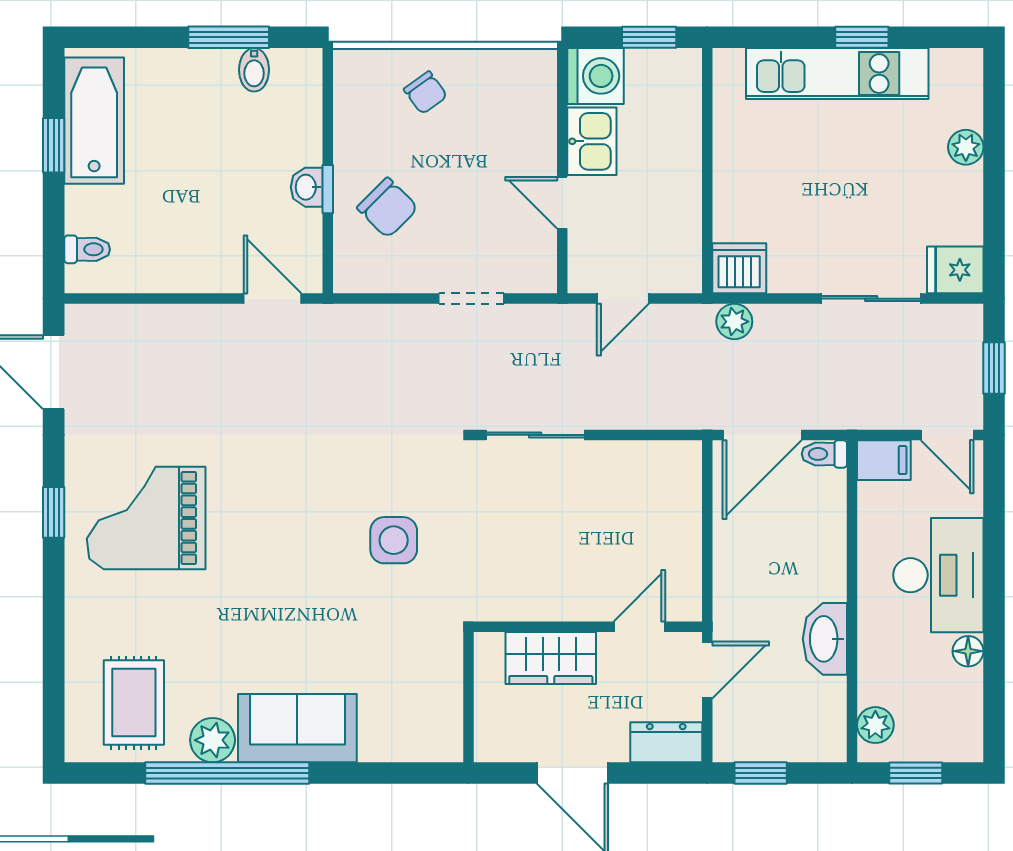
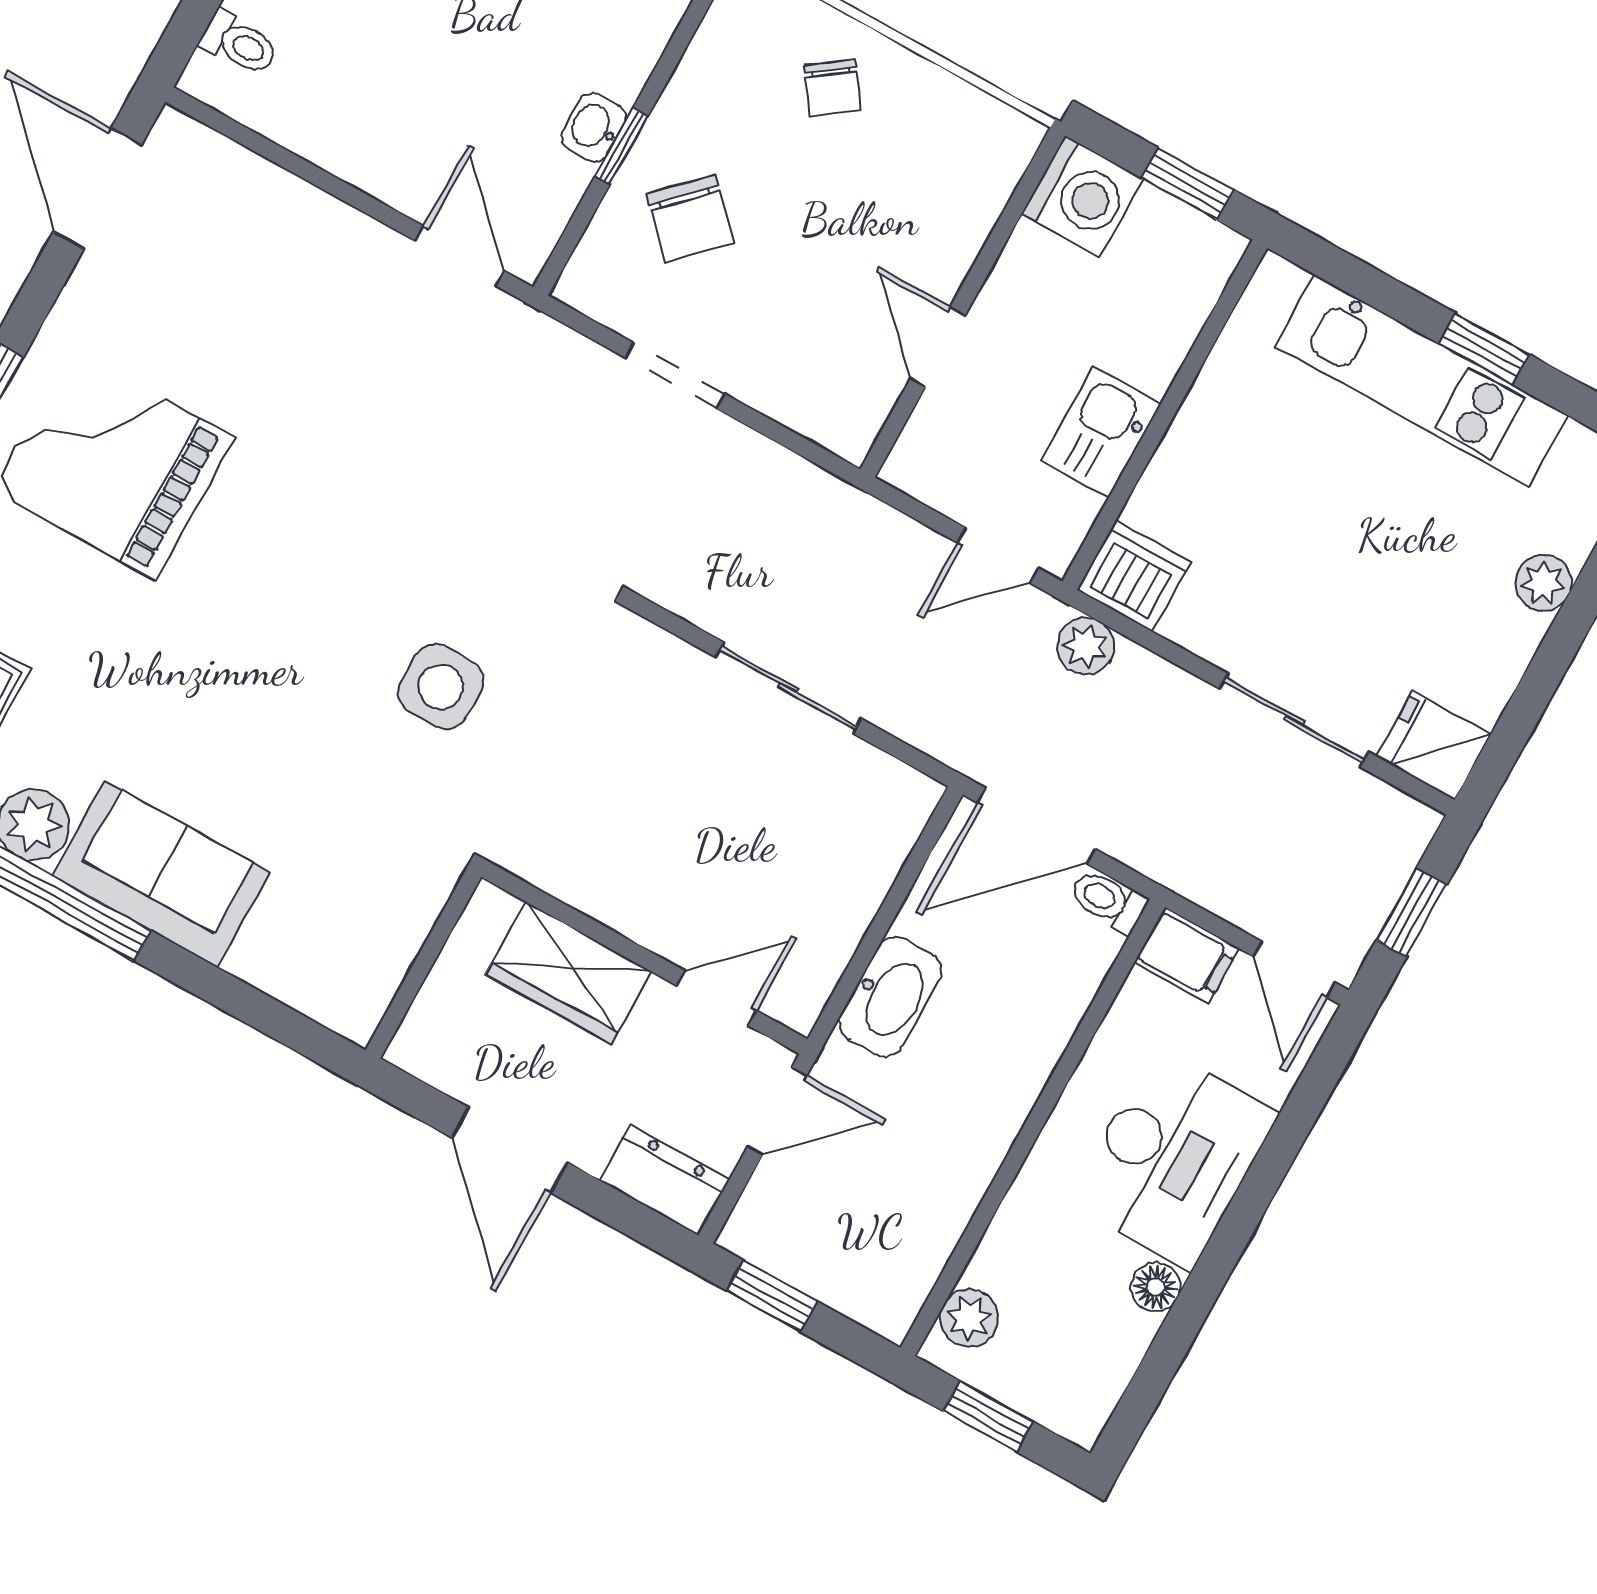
kitchen sink: (592, 141) -> (1101, 432), moved, turned 180
doorway: (471, 299) -> (675, 376), moved
door: (623, 299) -> (998, 555), moved
sliding door: (535, 435) -> (788, 688), moved
washbasin: (825, 639) -> (890, 997), moved, turned 180

